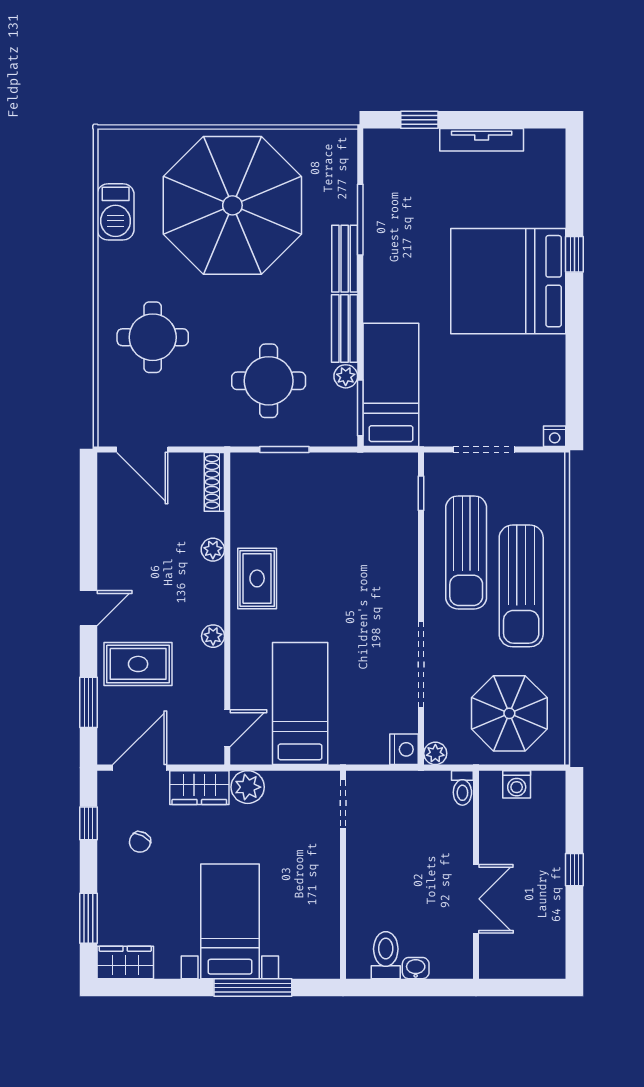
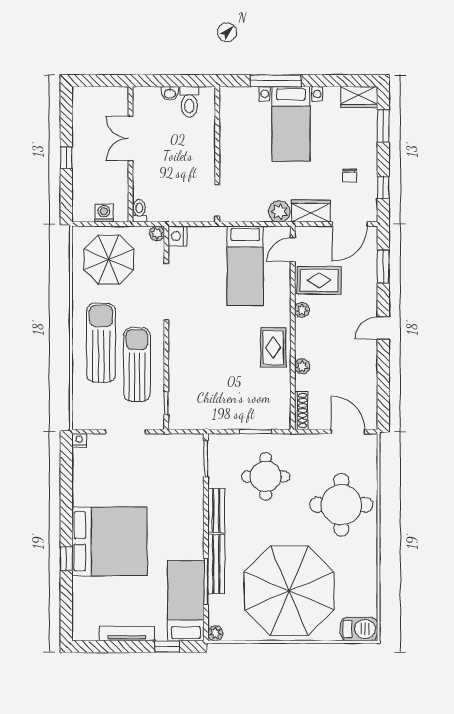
barbecue: (116, 212) -> (359, 629), moved, turned 90
bench: (345, 259) -> (216, 564), width x1.36
round table: (153, 337) -> (341, 505), width x1.36, depth x1.36
plant: (346, 376) -> (215, 633), moved
bed: (391, 385) -> (186, 601), moved, turned 180
rug: (138, 664) -> (319, 280), moved
chair: (140, 842) -> (350, 176), turned 152

